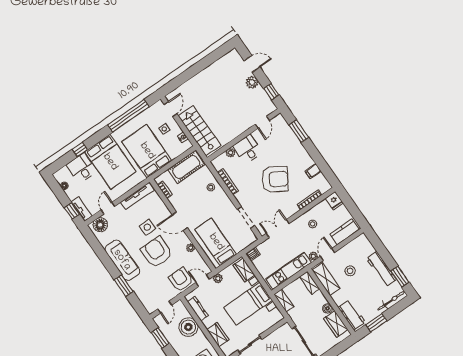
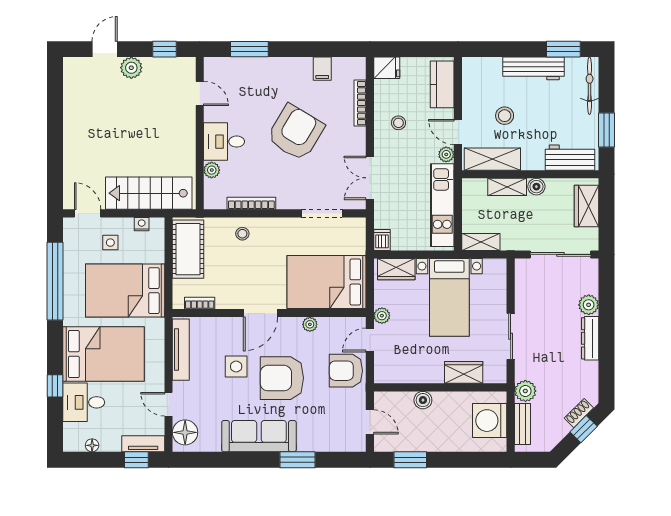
bed: (216, 242) -> (326, 282), width x1.50
shelving: (310, 283) -> (507, 187), moved
dresser: (198, 309) -> (406, 375), removed
wardrobe: (336, 324) -> (587, 206), moved, turned 90
boiler: (188, 327) -> (423, 400), width x0.54, depth x0.54

